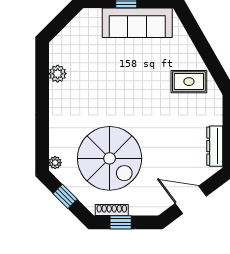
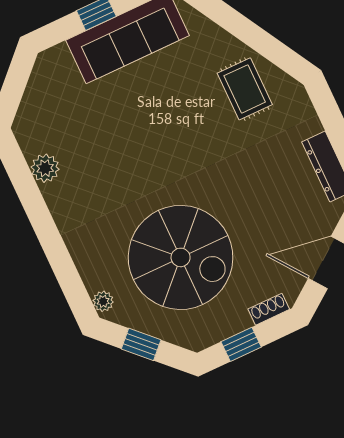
rug: (189, 82) -> (245, 89), turned 90
shoe rack: (112, 210) -> (269, 309), moved, width x0.70

